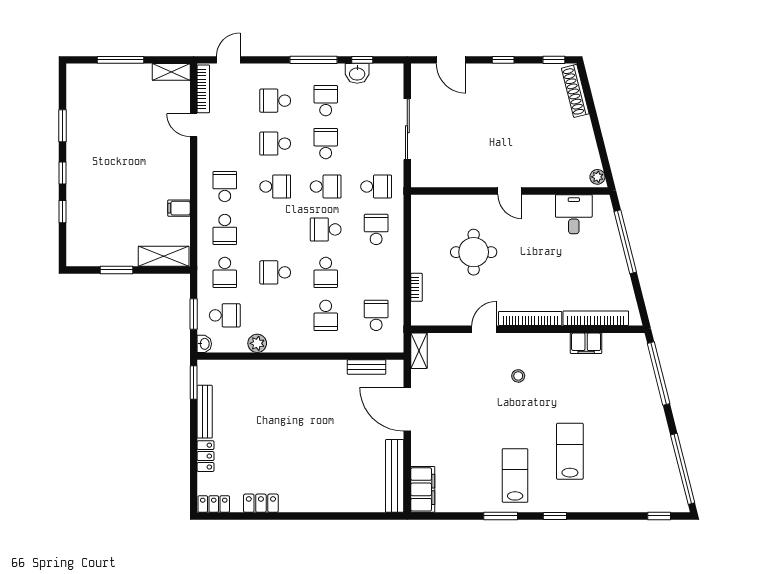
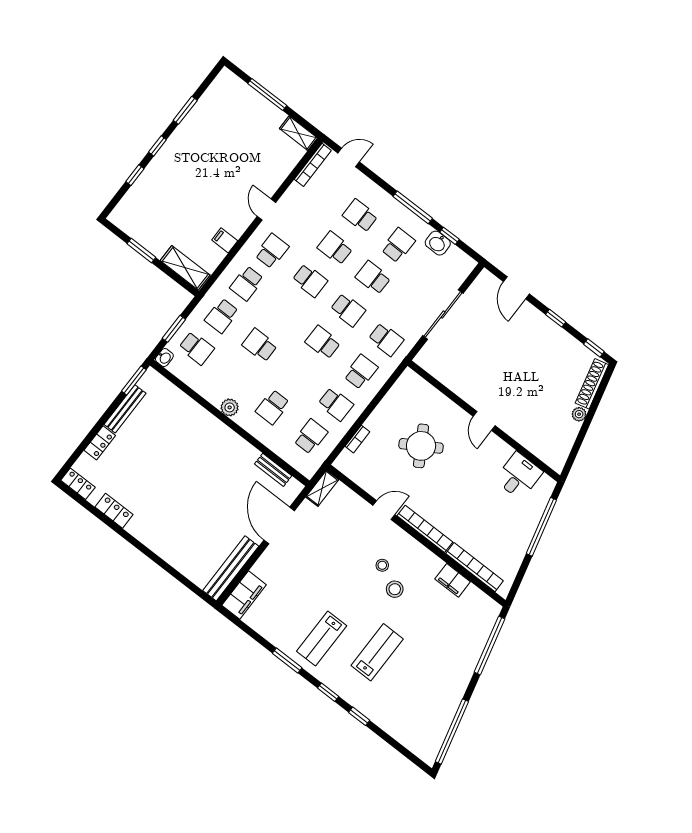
door: (194, 125) -> (266, 209), moved
school desk: (326, 144) -> (373, 278), turned -90
plant: (597, 177) -> (579, 414), moved
round table: (474, 252) -> (421, 446), turned -31
school desk: (326, 272) -> (336, 404), moved, turned -90
plant: (257, 343) -> (230, 407), moved
stool: (544, 388) -> (395, 589), added
lab bench: (515, 475) -> (322, 638), turned 180
window: (659, 516) -> (359, 716), moved

